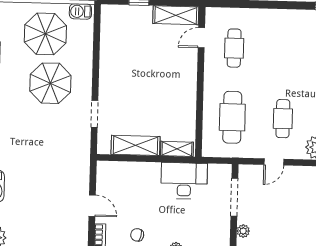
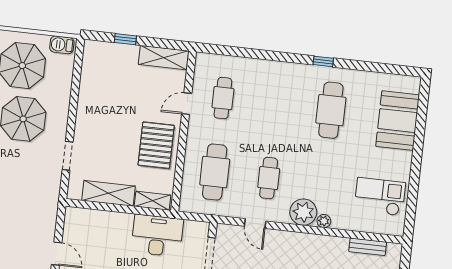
door: (201, 38) -> (187, 104), moved
pallet: (176, 97) -> (156, 145), added
door: (274, 162) -> (255, 224), hinge flipped

